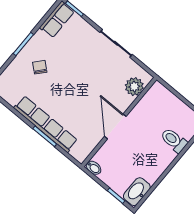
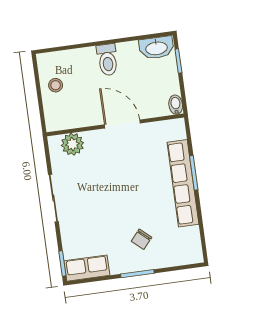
stool: (177, 113) -> (56, 85), added
door: (115, 126) -> (122, 124), swing flipped
toilet: (174, 140) -> (107, 60), moved

